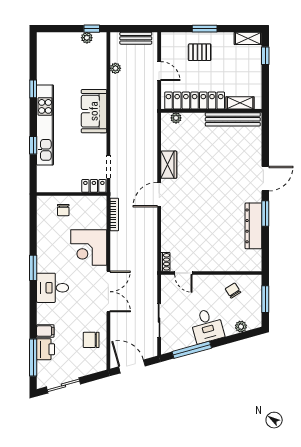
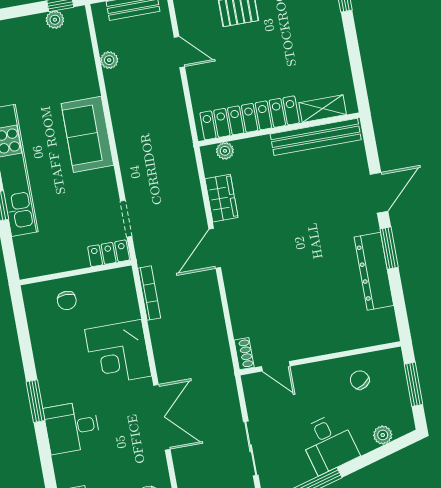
locker: (195, 101) -> (250, 118), moved
shelving: (240, 103) -> (323, 109), moved
wall: (211, 111) -> (279, 129), moved
plant: (176, 118) -> (225, 151), moved
bench: (233, 119) -> (316, 137), moved

